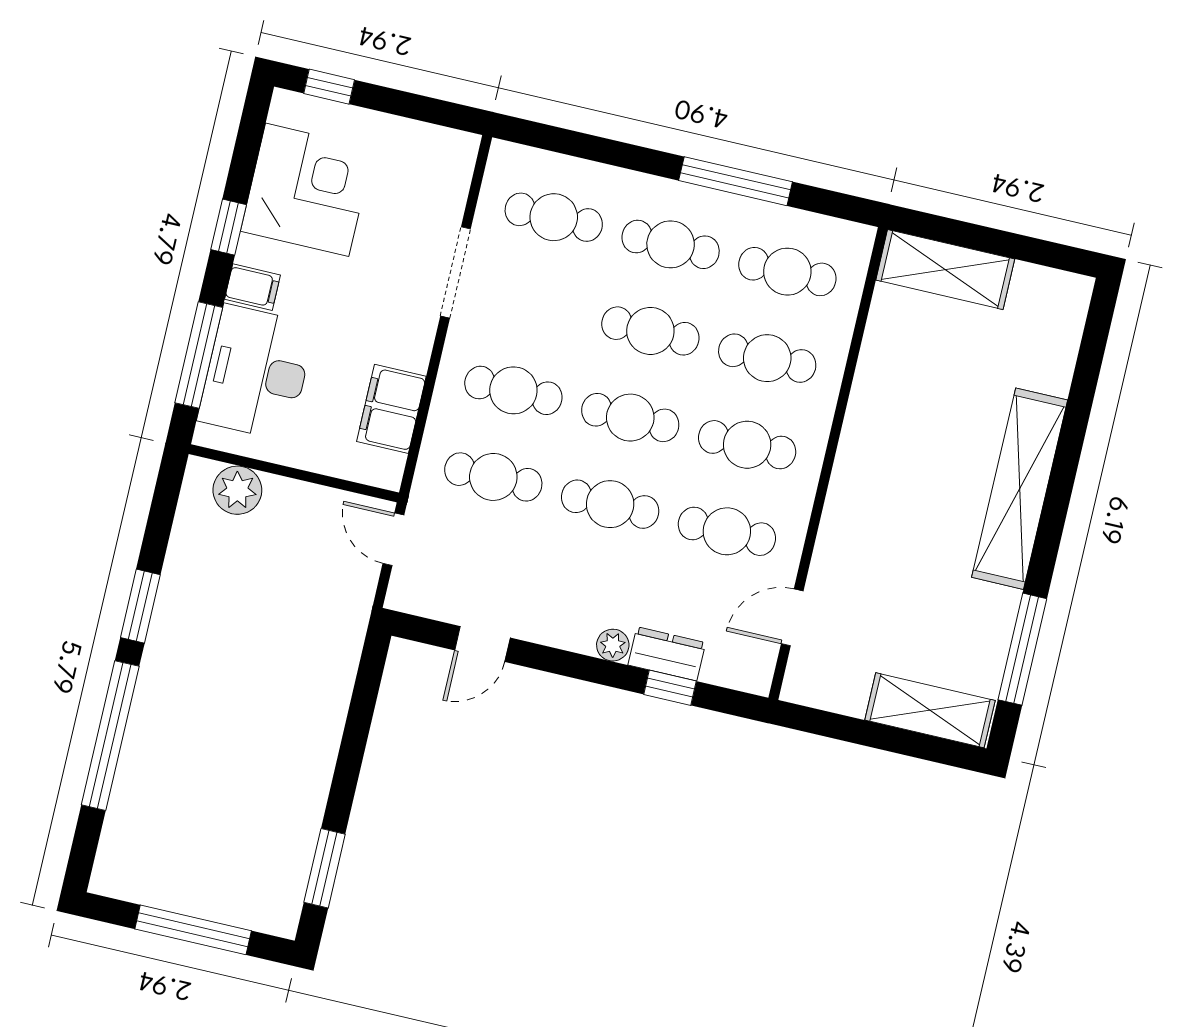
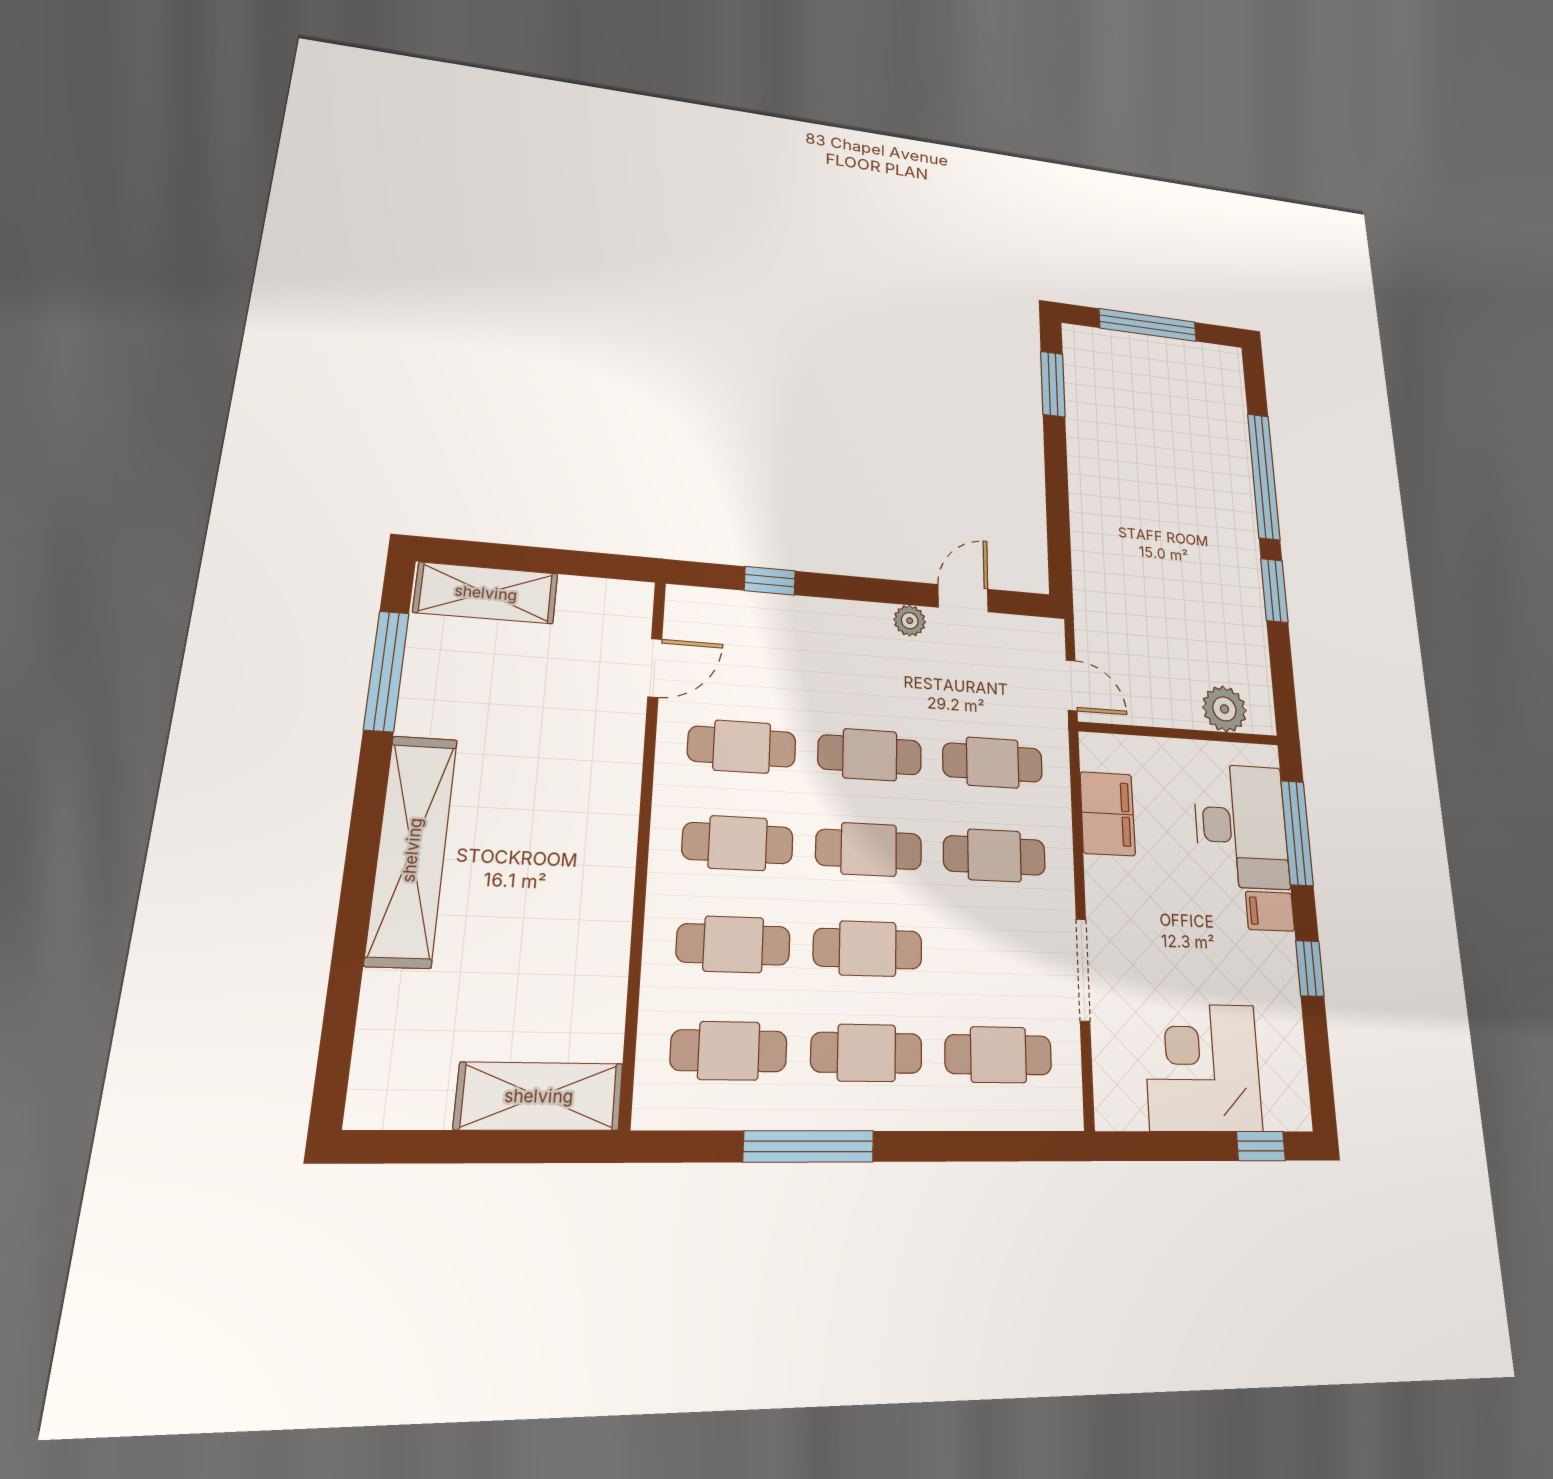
corner desk: (307, 190) -> (1203, 1067), moved, turned 90
plant: (613, 645) -> (910, 621), moved
dresser: (667, 654) -> (780, 613), removed

